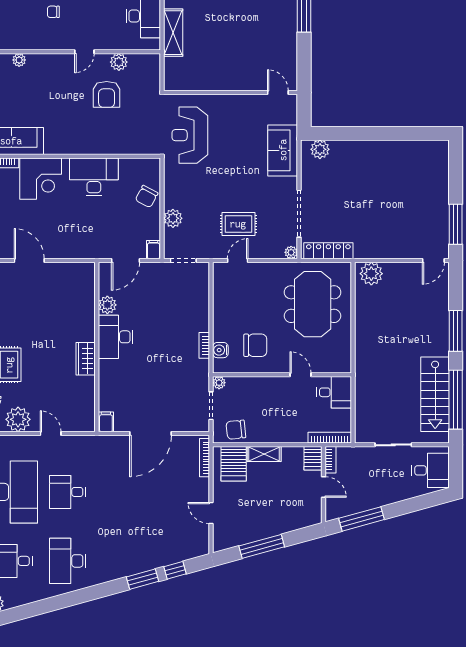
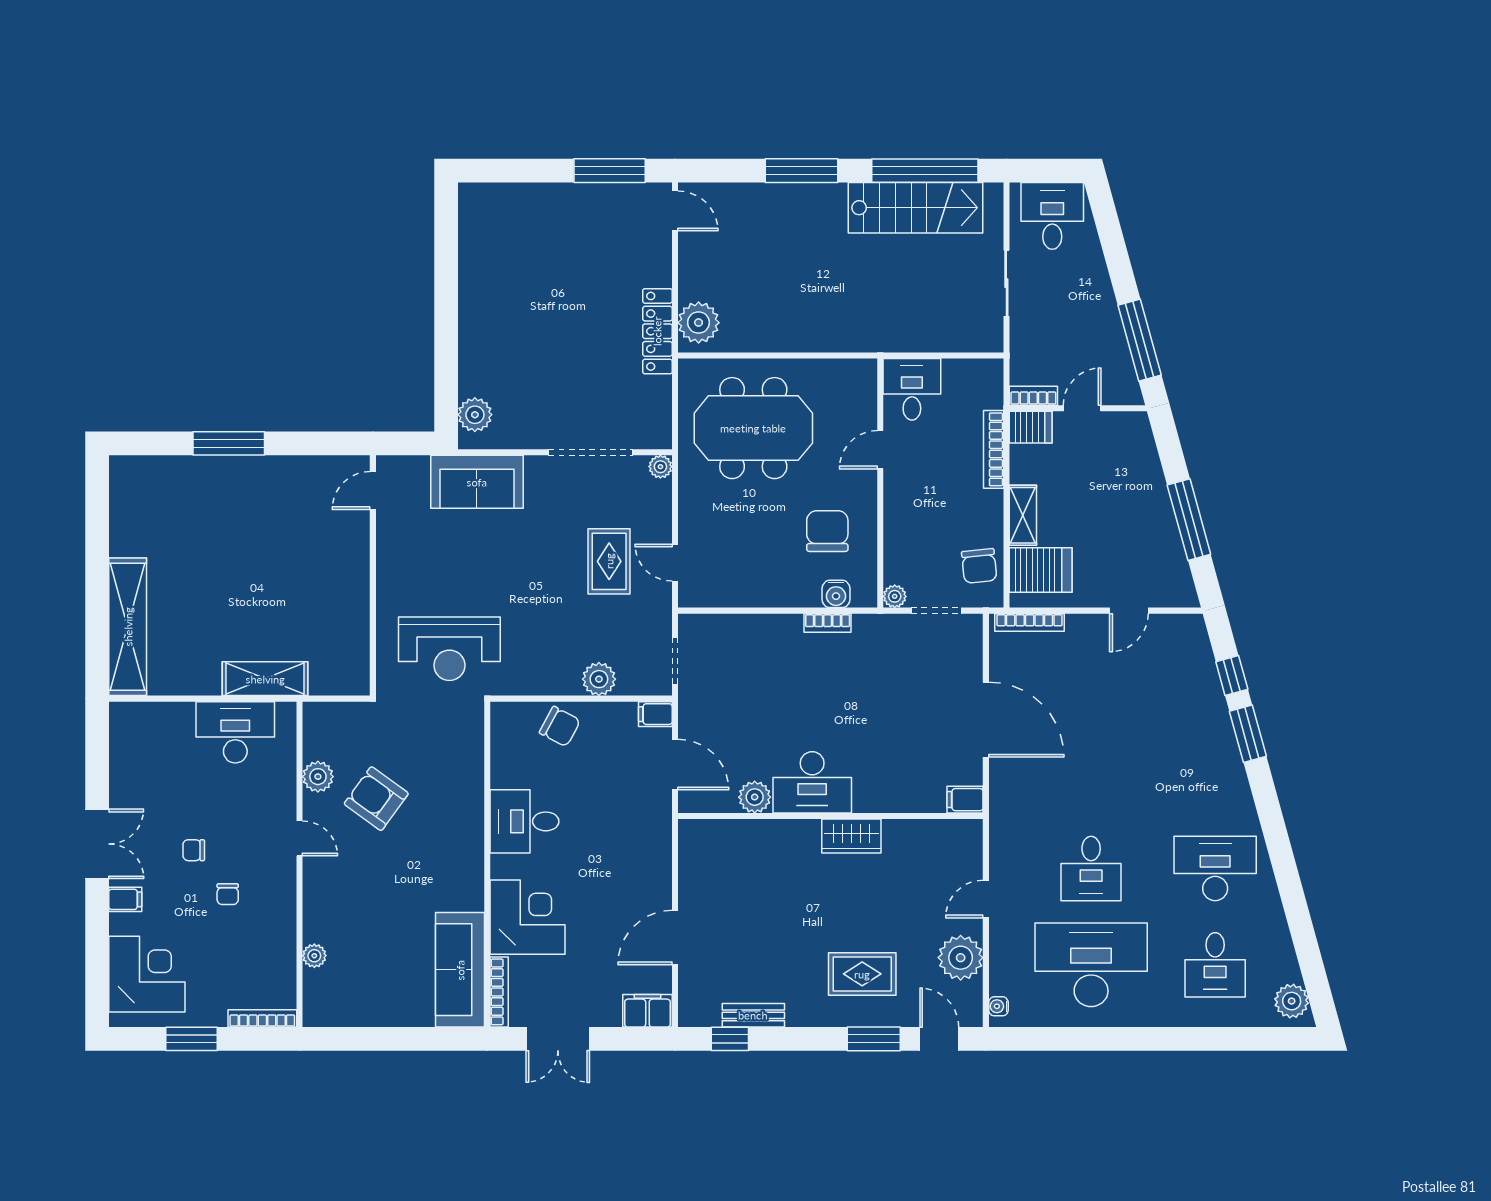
armchair: (107, 94) -> (376, 799), turned -144
desk: (94, 177) -> (524, 821), width x0.73
locker: (328, 251) -> (657, 331), moved
bookcase: (330, 438) -> (994, 449), moved
desk: (68, 561) -> (1215, 869), turned 180

